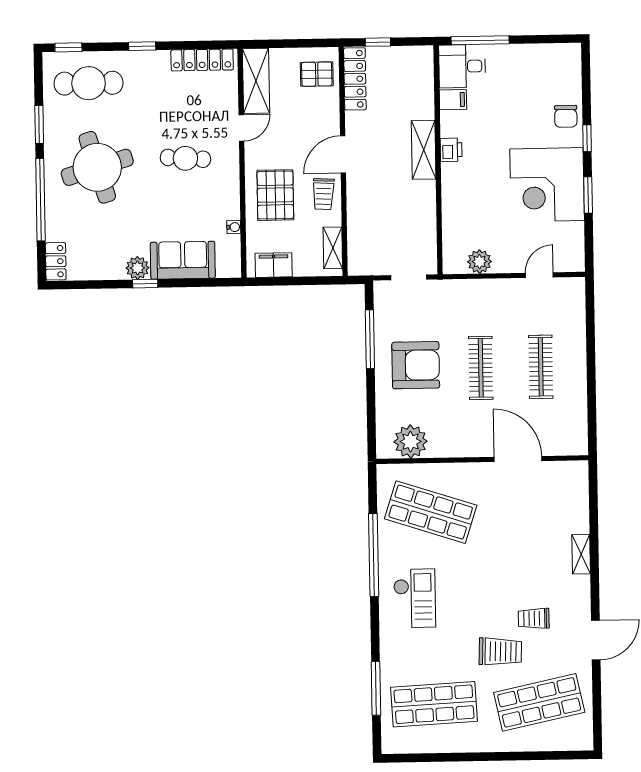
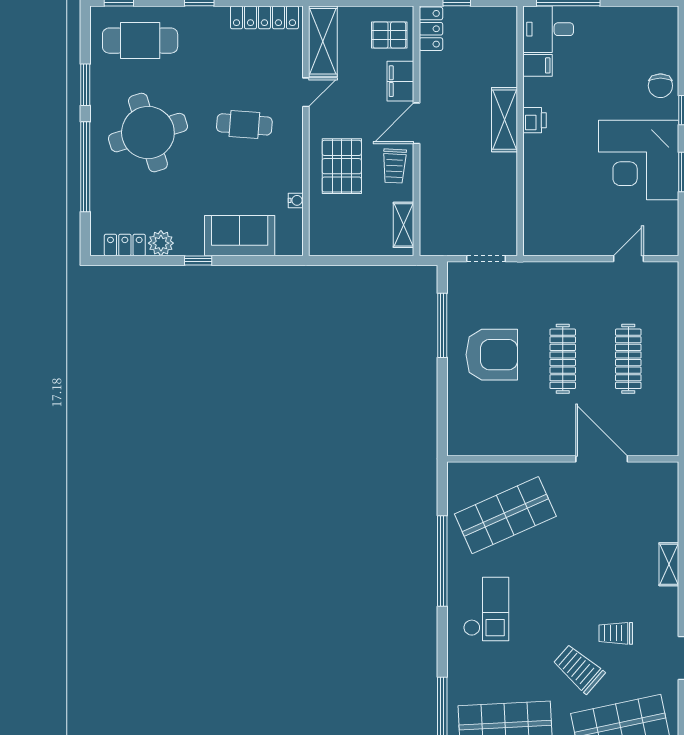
locker: (355, 79) -> (431, 29), width x0.66
locker: (56, 261) -> (125, 245), moved, turned -90
plant: (480, 262) -> (563, 243), removed
filing cabinet: (274, 265) -> (400, 81), moved, turned -90
plant: (137, 268) -> (161, 243), moved
plant: (411, 442) -> (485, 438), removed
shop shelf: (431, 512) -> (505, 515), turned -42
trolley: (500, 652) -> (579, 669), turned -141

